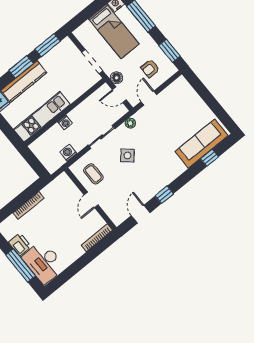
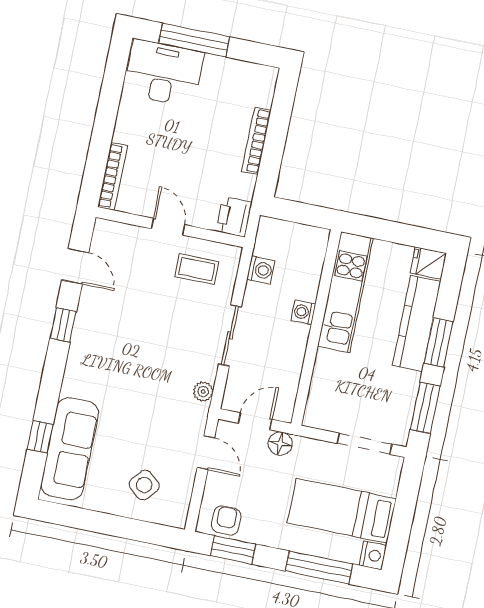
doorway: (92, 62) -> (364, 444), moved
armchair: (150, 68) -> (226, 520), moved
side table: (127, 155) -> (144, 485), moved
printer: (20, 244) -> (234, 217), moved, turned 90

